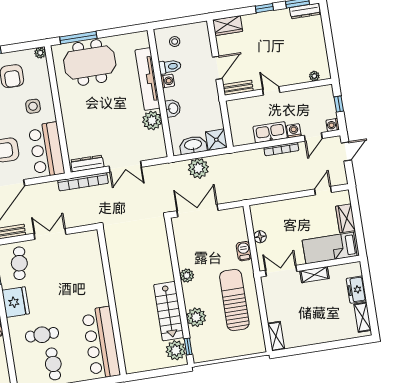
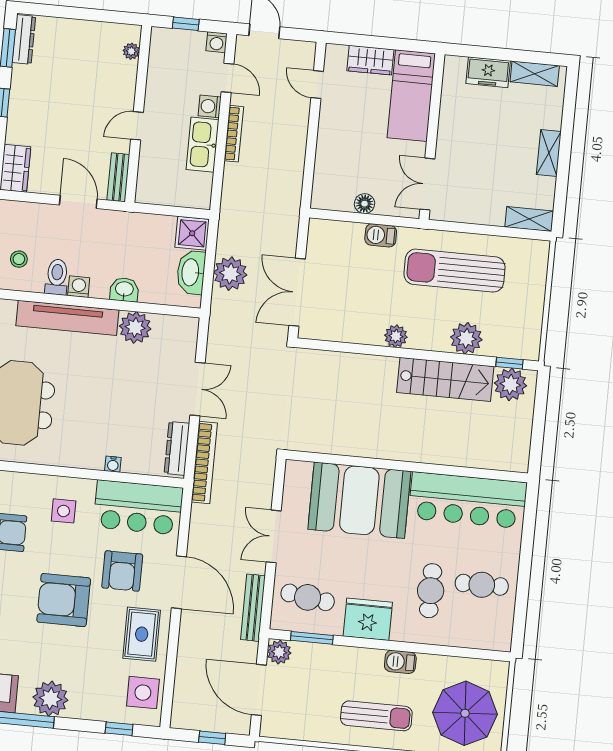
water cooler: (68, 128) -> (113, 464), added
shelving: (314, 275) -> (549, 153), moved
booth: (84, 279) -> (359, 500), added

